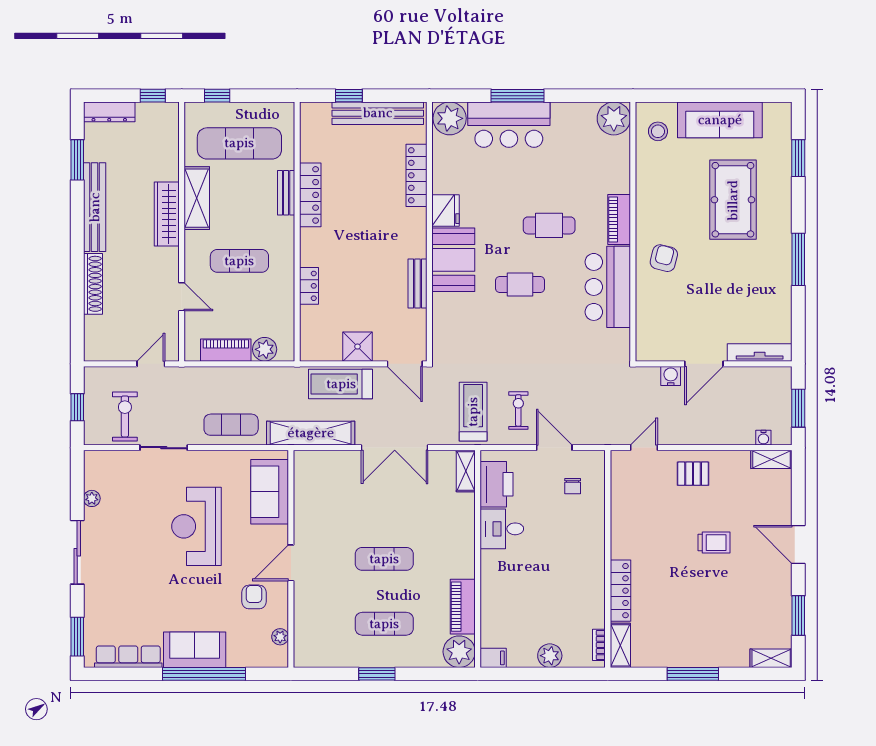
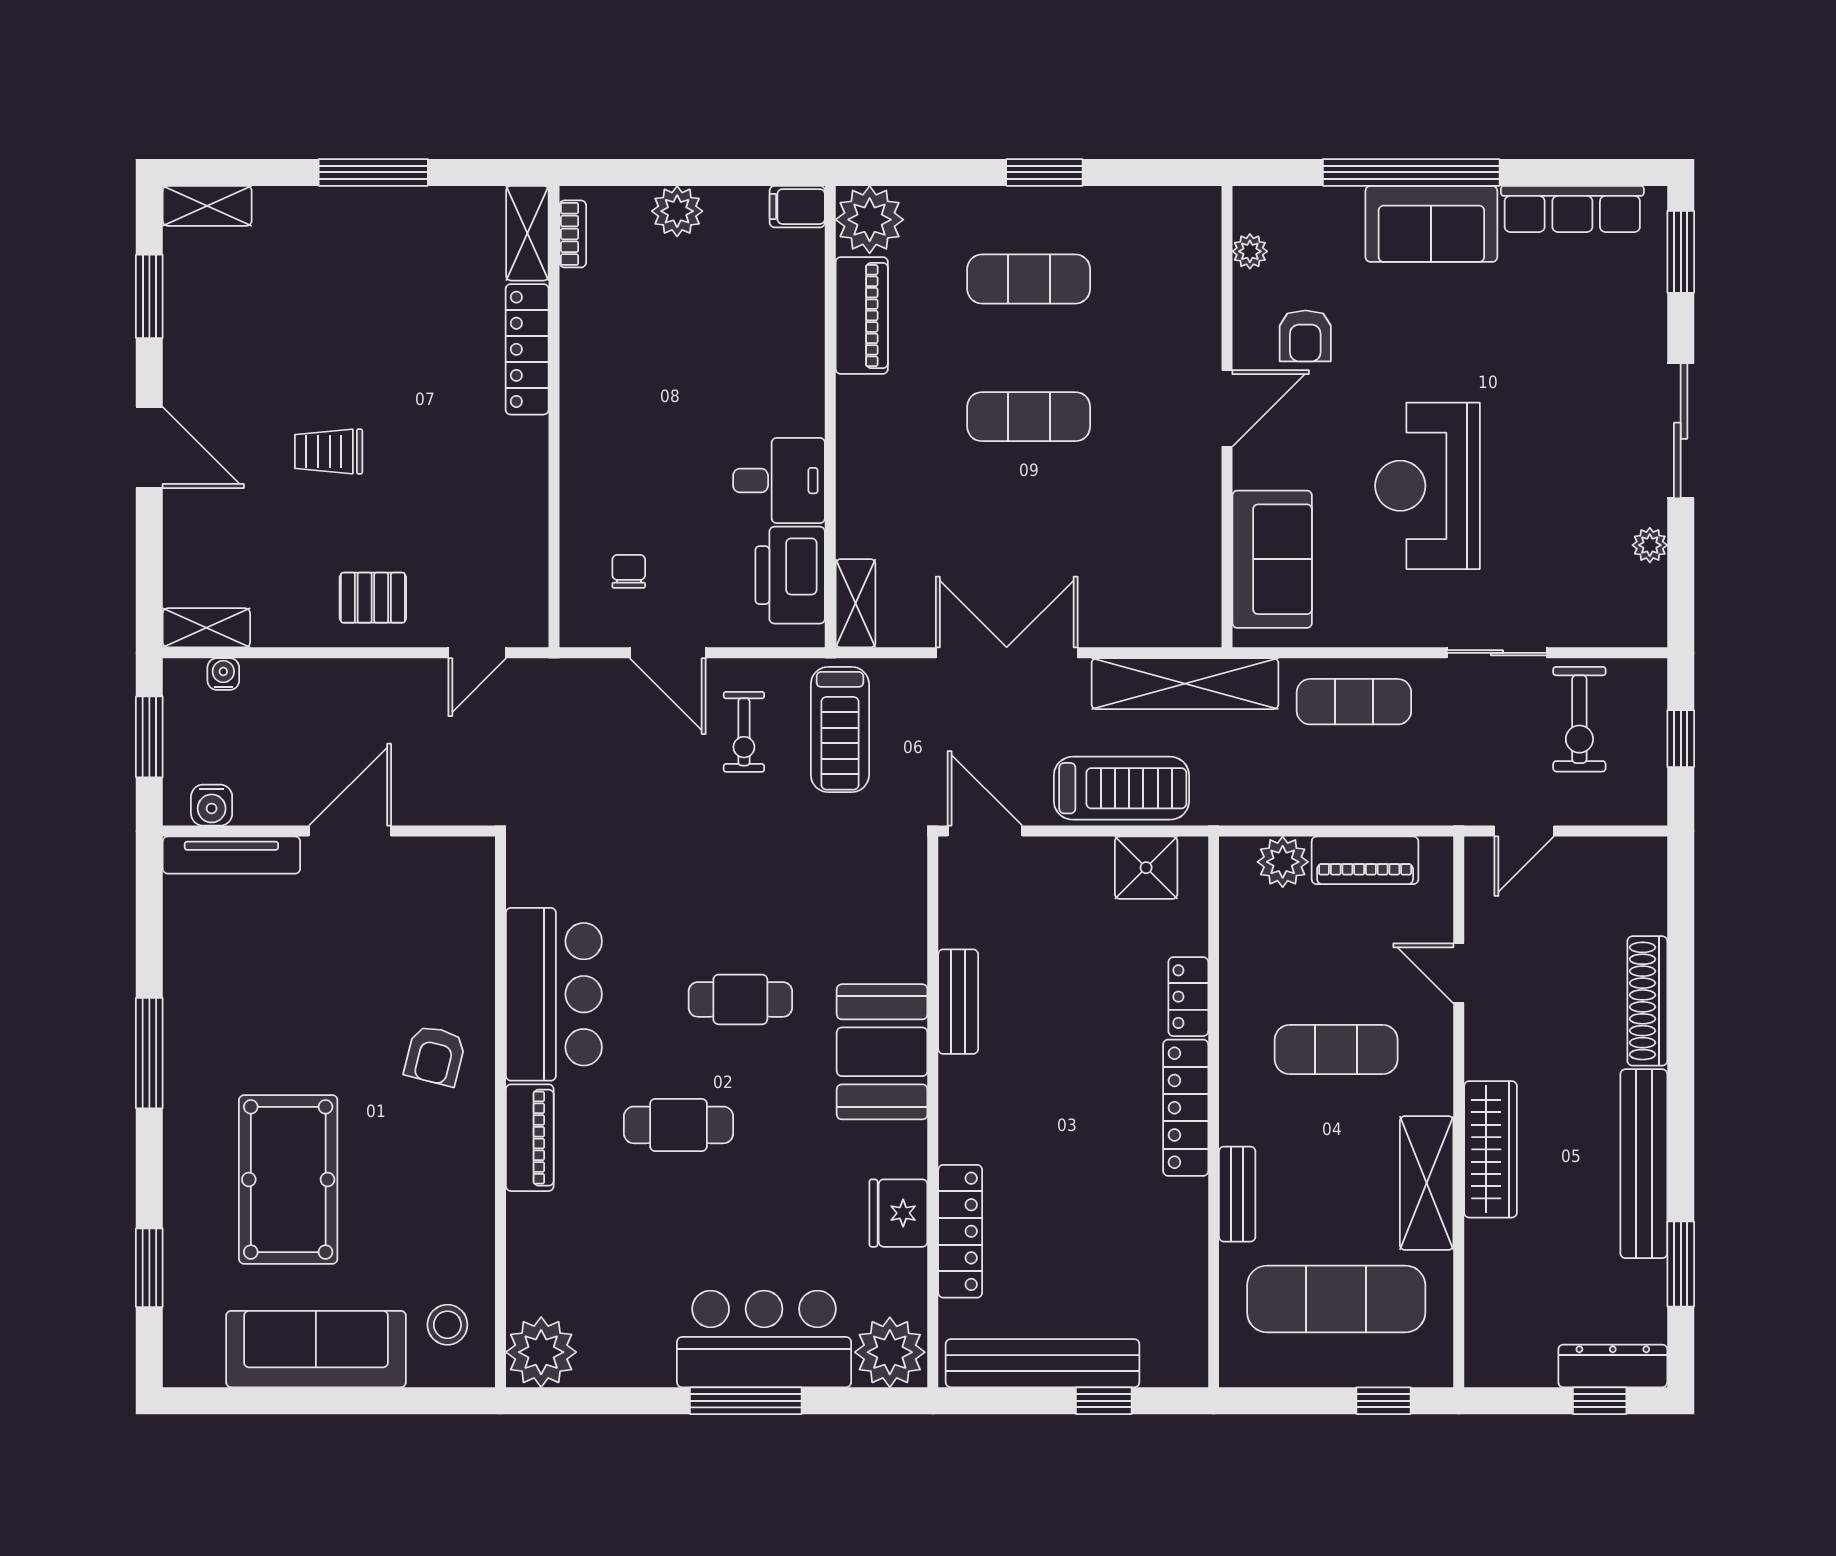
window: (153, 96) -> (1600, 1401), moved
locker: (310, 195) -> (1186, 1108), moved
fridge: (446, 210) -> (898, 1213), moved
shower: (358, 347) -> (1146, 868), moved
water cooler: (671, 376) -> (212, 805), moved
reception desk: (196, 526) -> (1427, 486), turned 180

